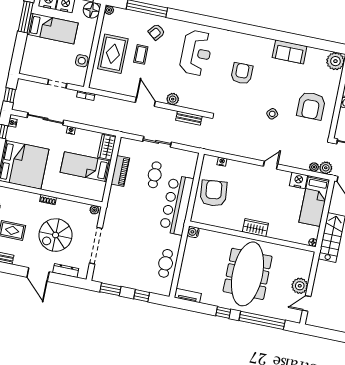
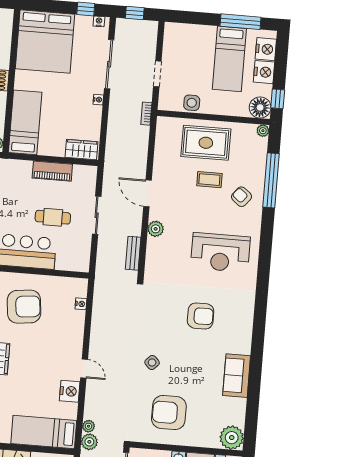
door: (145, 102) -> (147, 193), swing flipped
bed: (86, 167) -> (25, 122), moved
nightstand: (299, 180) -> (70, 391), moved
armchair: (214, 193) -> (24, 307), moved

